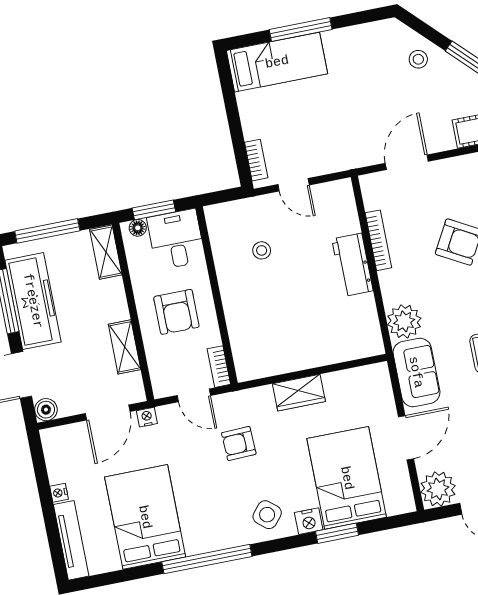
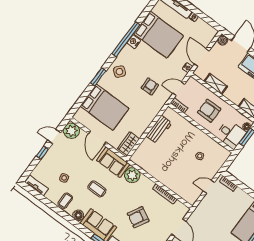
workbench: (352, 265) -> (159, 129), moved, turned 90
wardrobe: (299, 393) -> (128, 144), moved
nightstand: (309, 521) -> (134, 42), moved
window: (337, 533) -> (98, 77), moved

